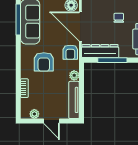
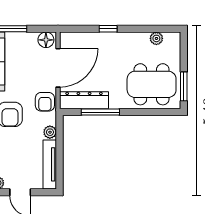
chair: (119, 18) -> (109, 56), removed
door: (80, 26) -> (58, 68), swing flipped

